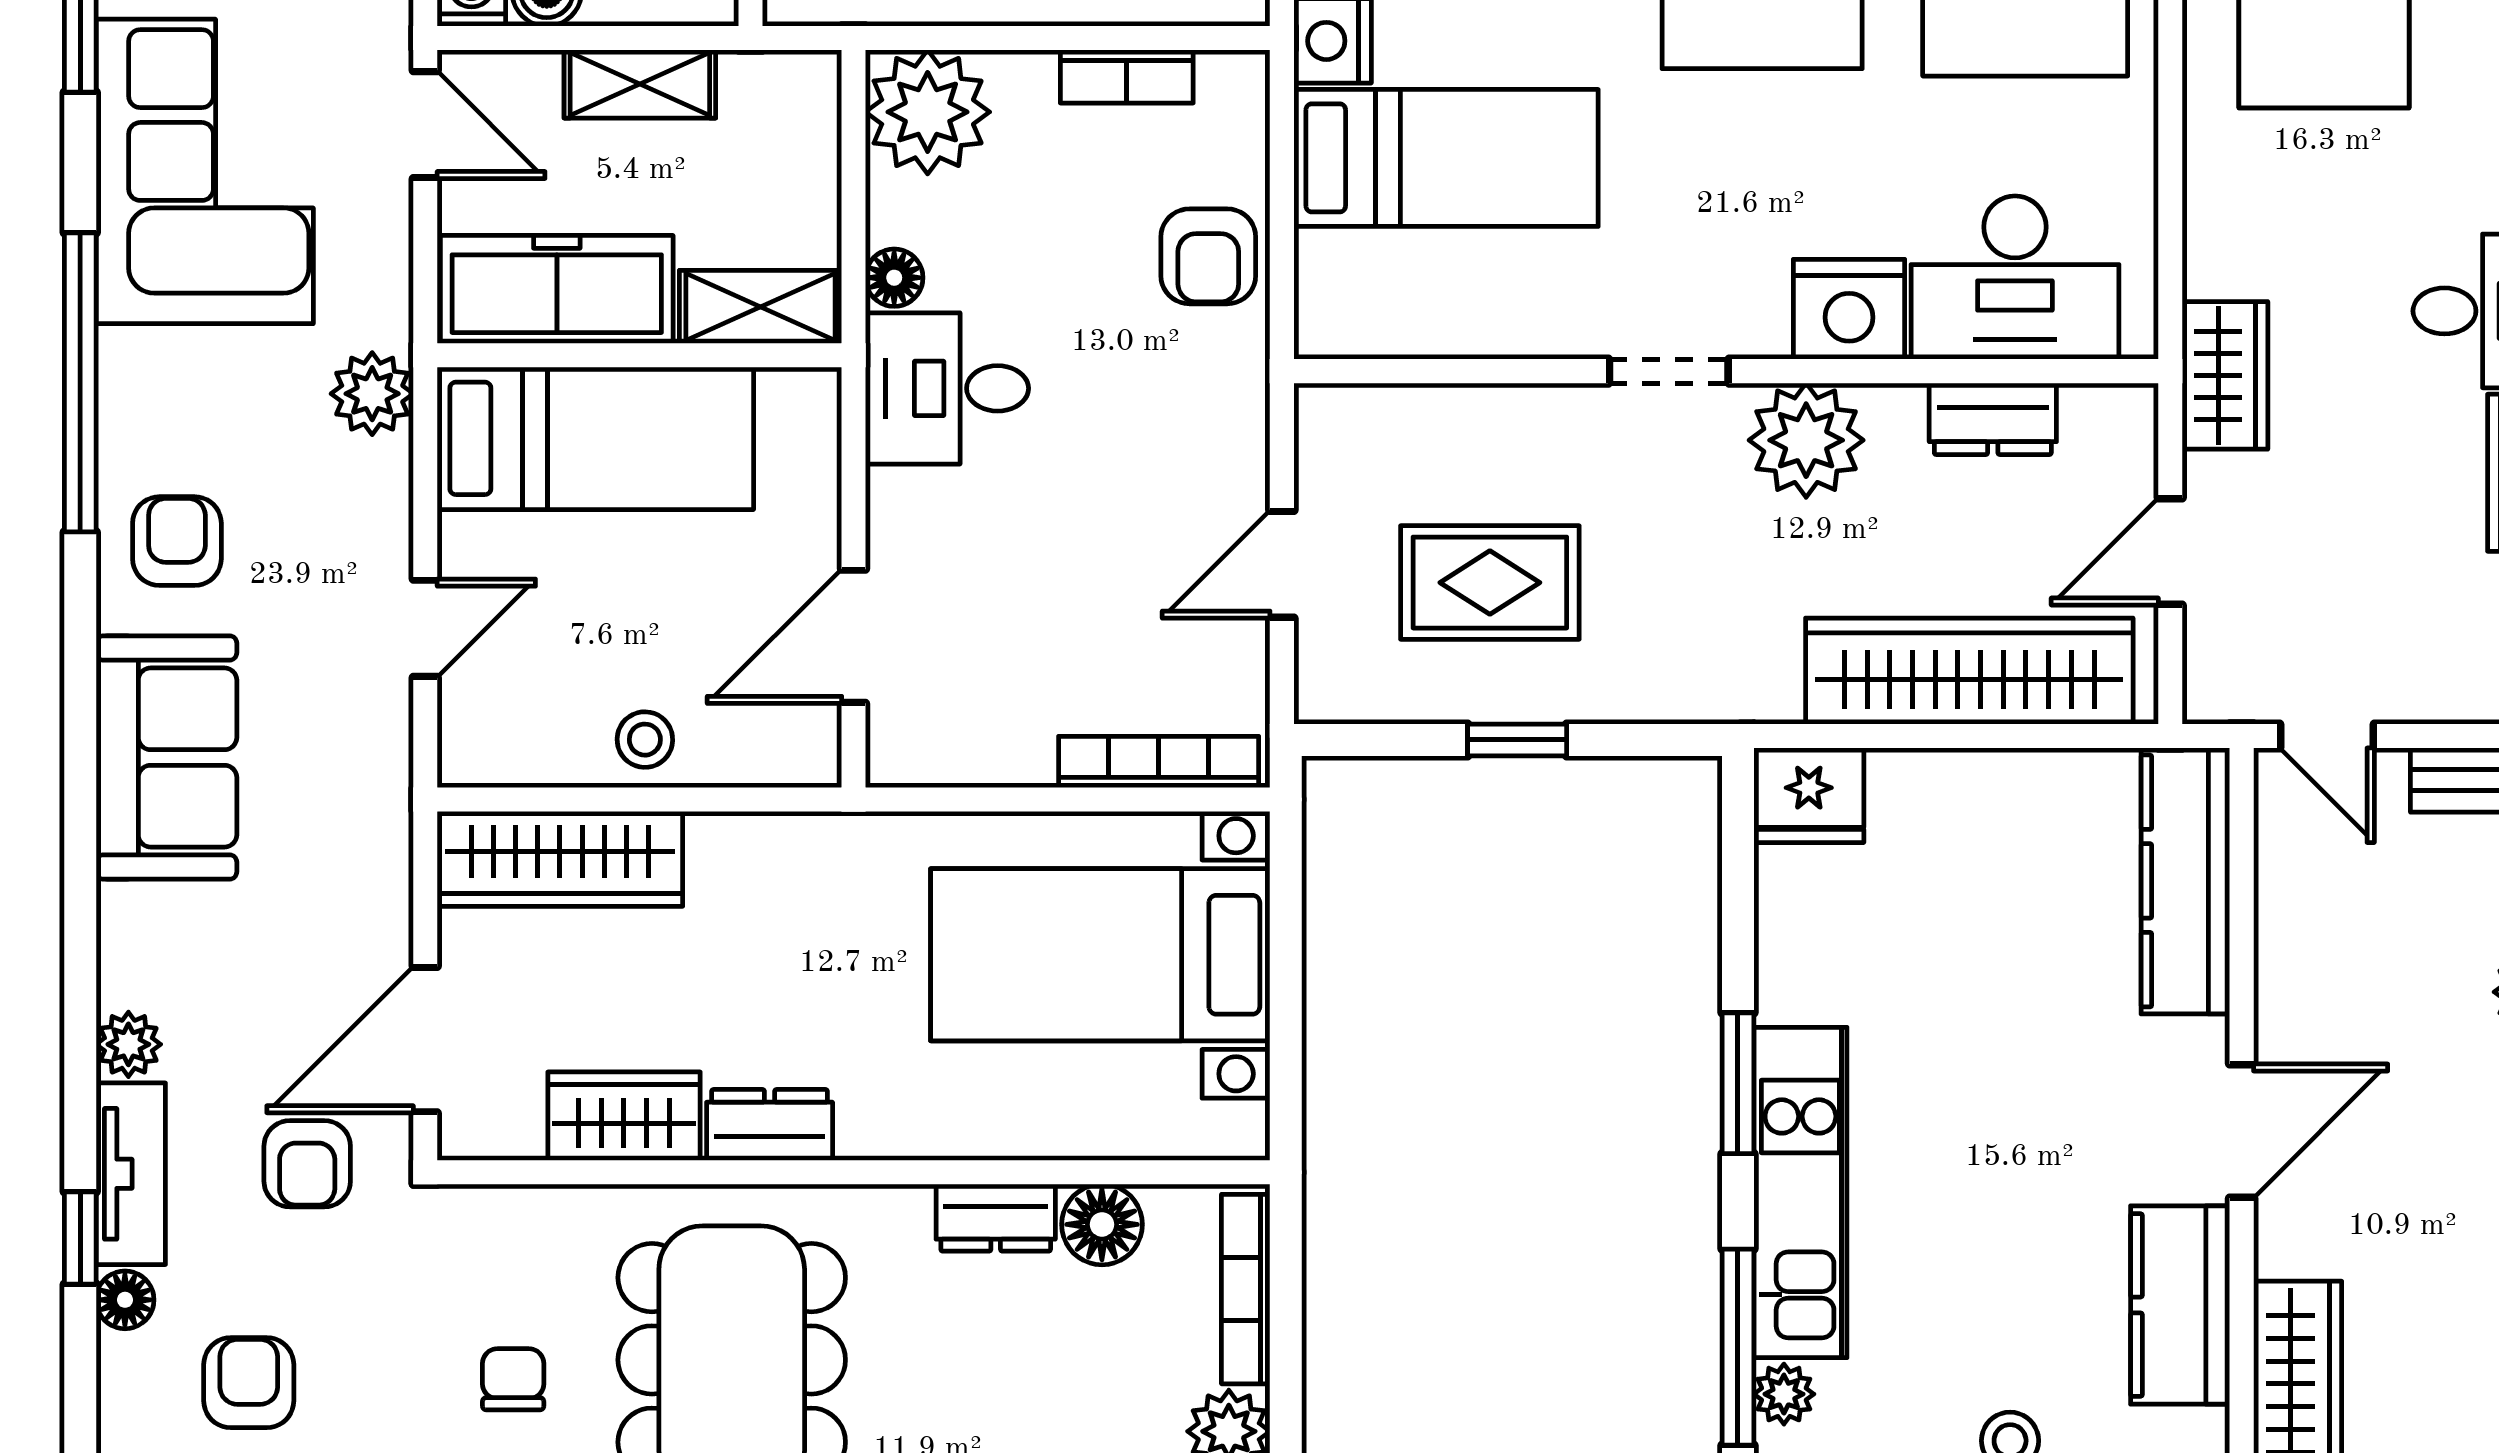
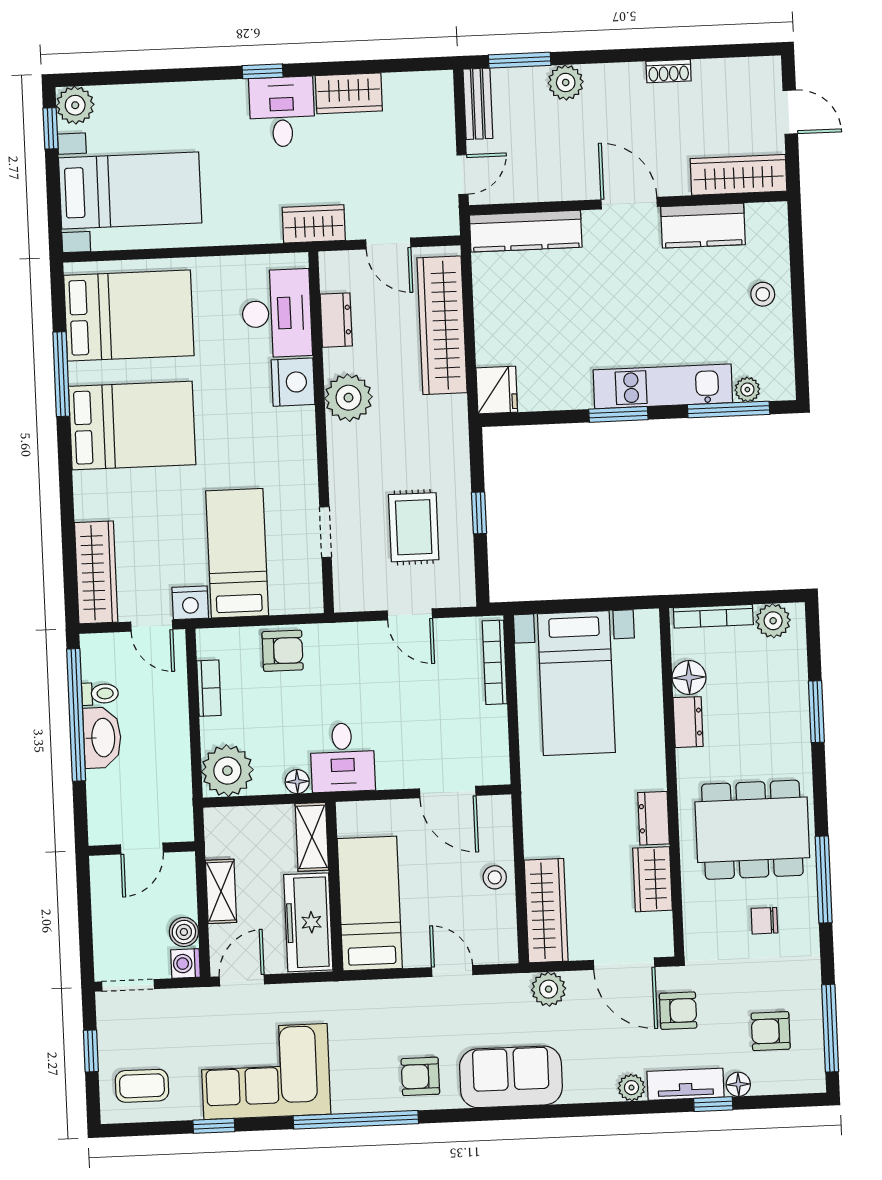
doorway: (1669, 371) -> (325, 532), moved
plant: (372, 394) -> (549, 989), moved

